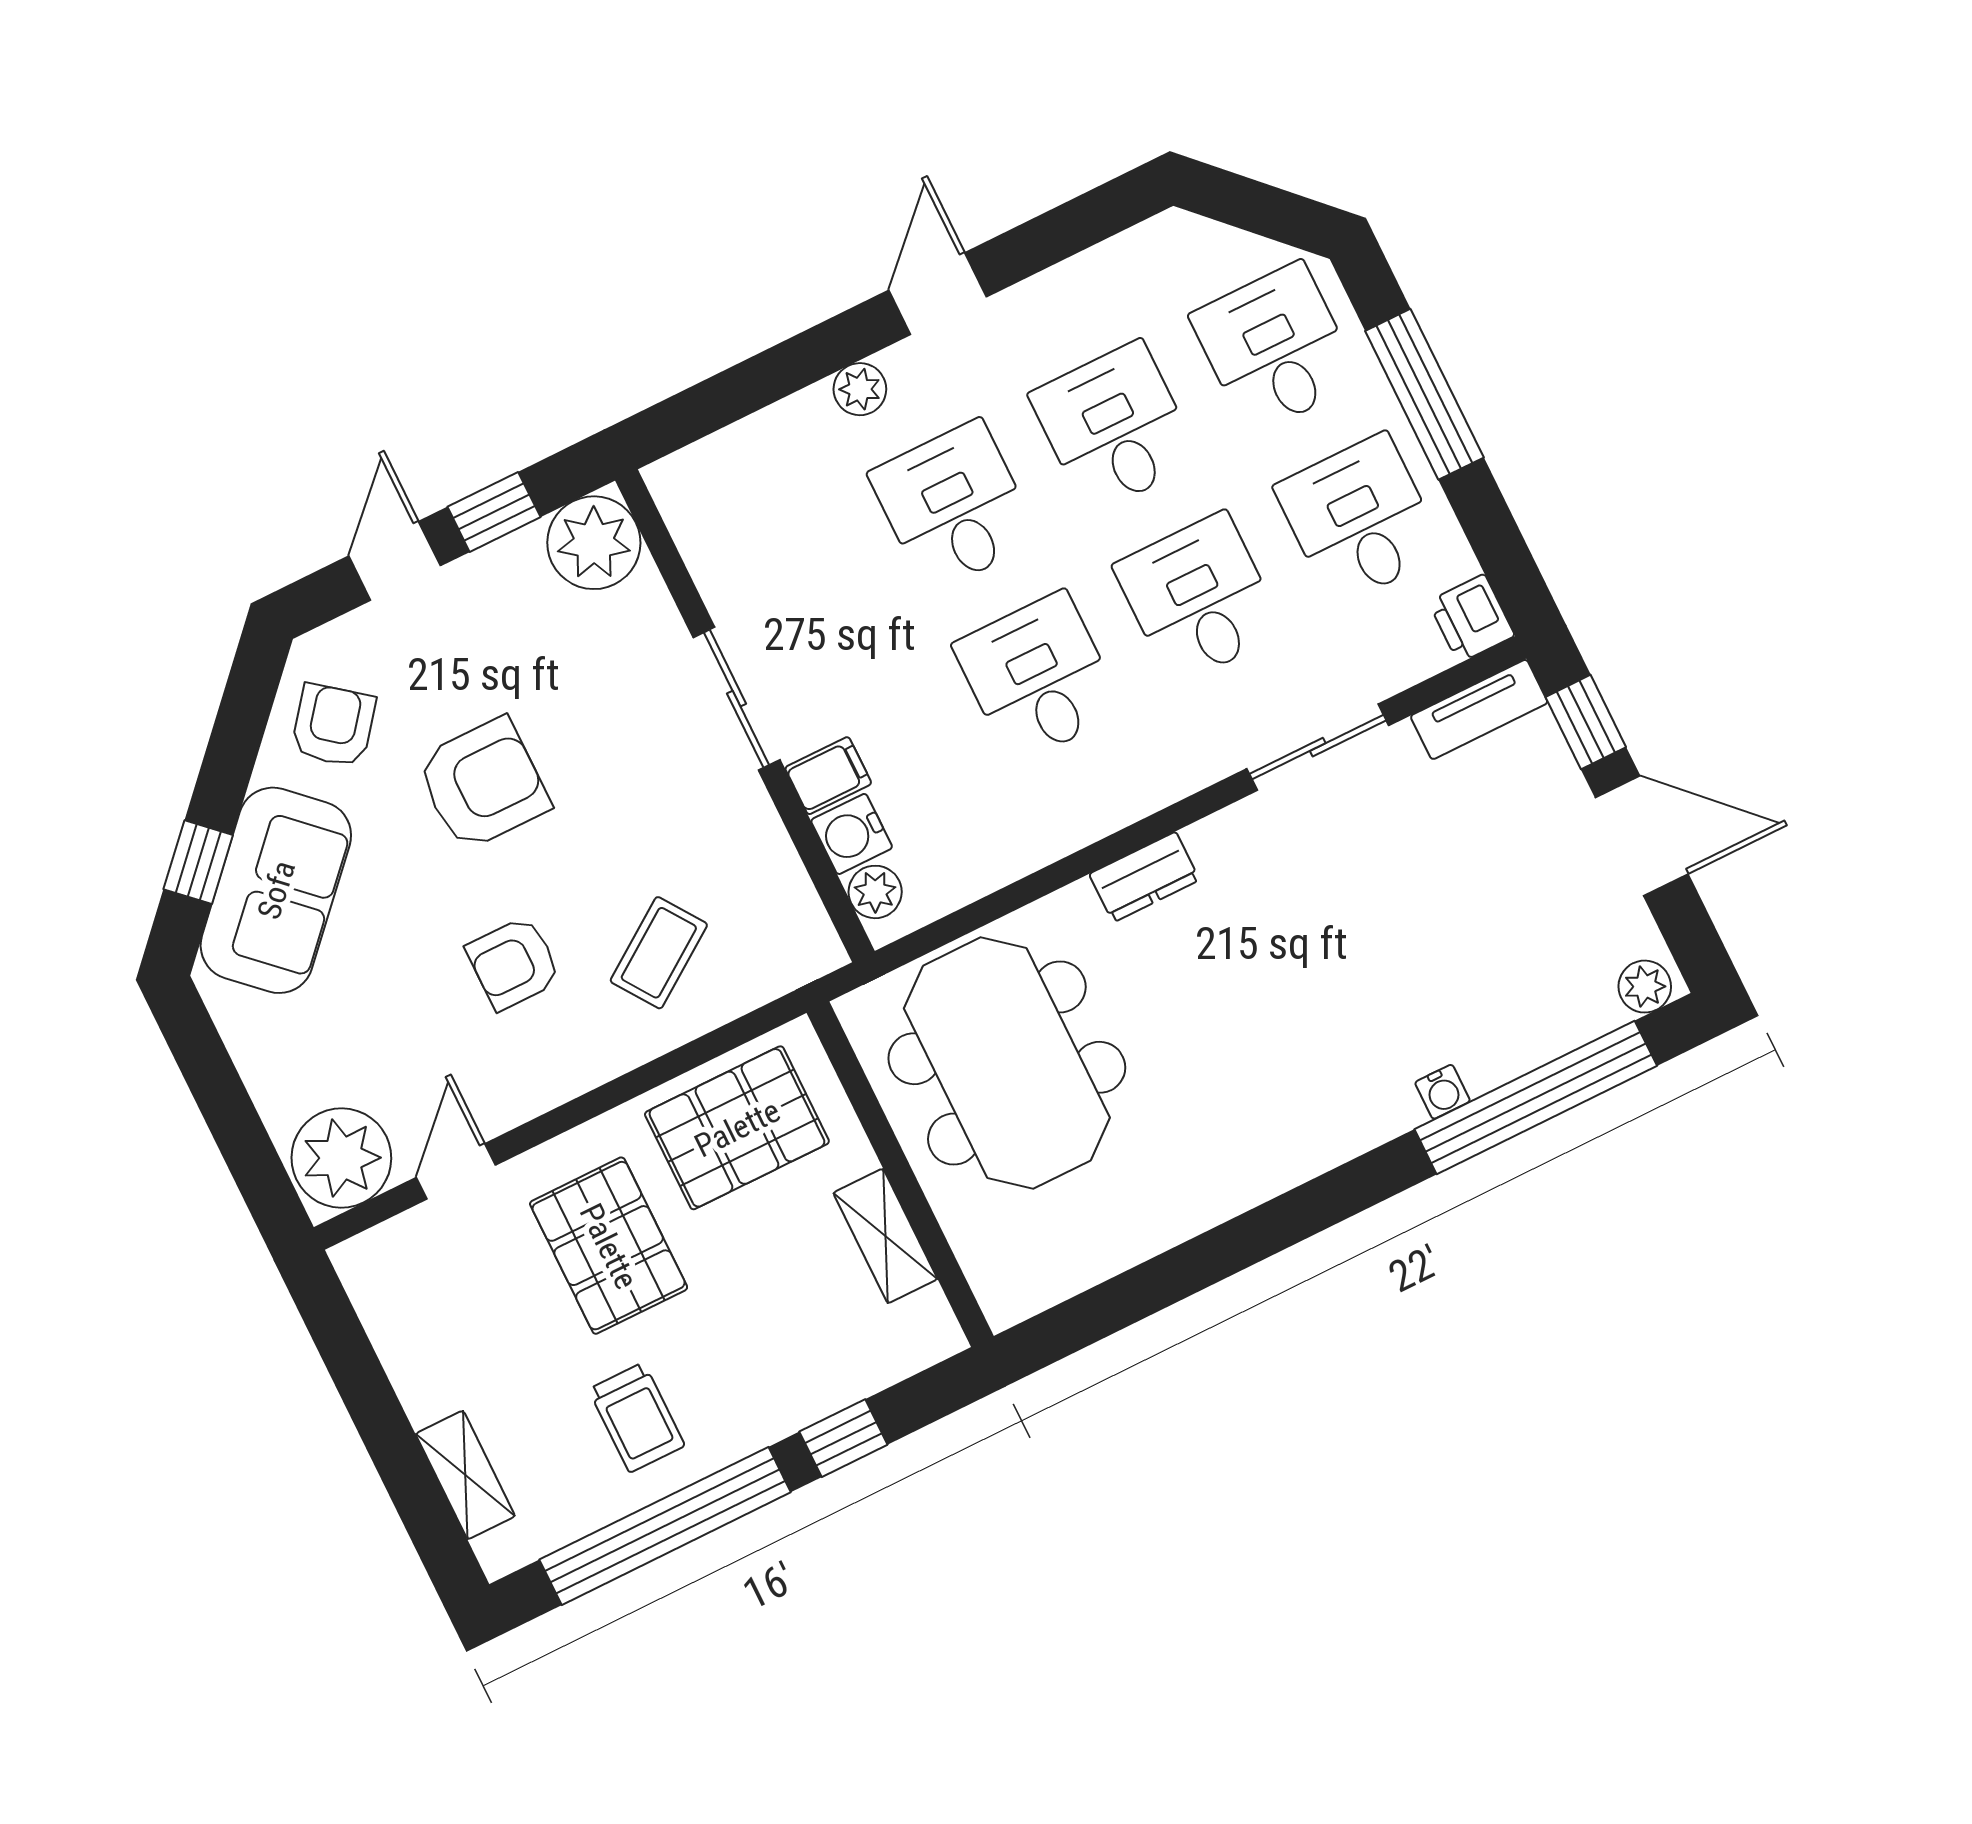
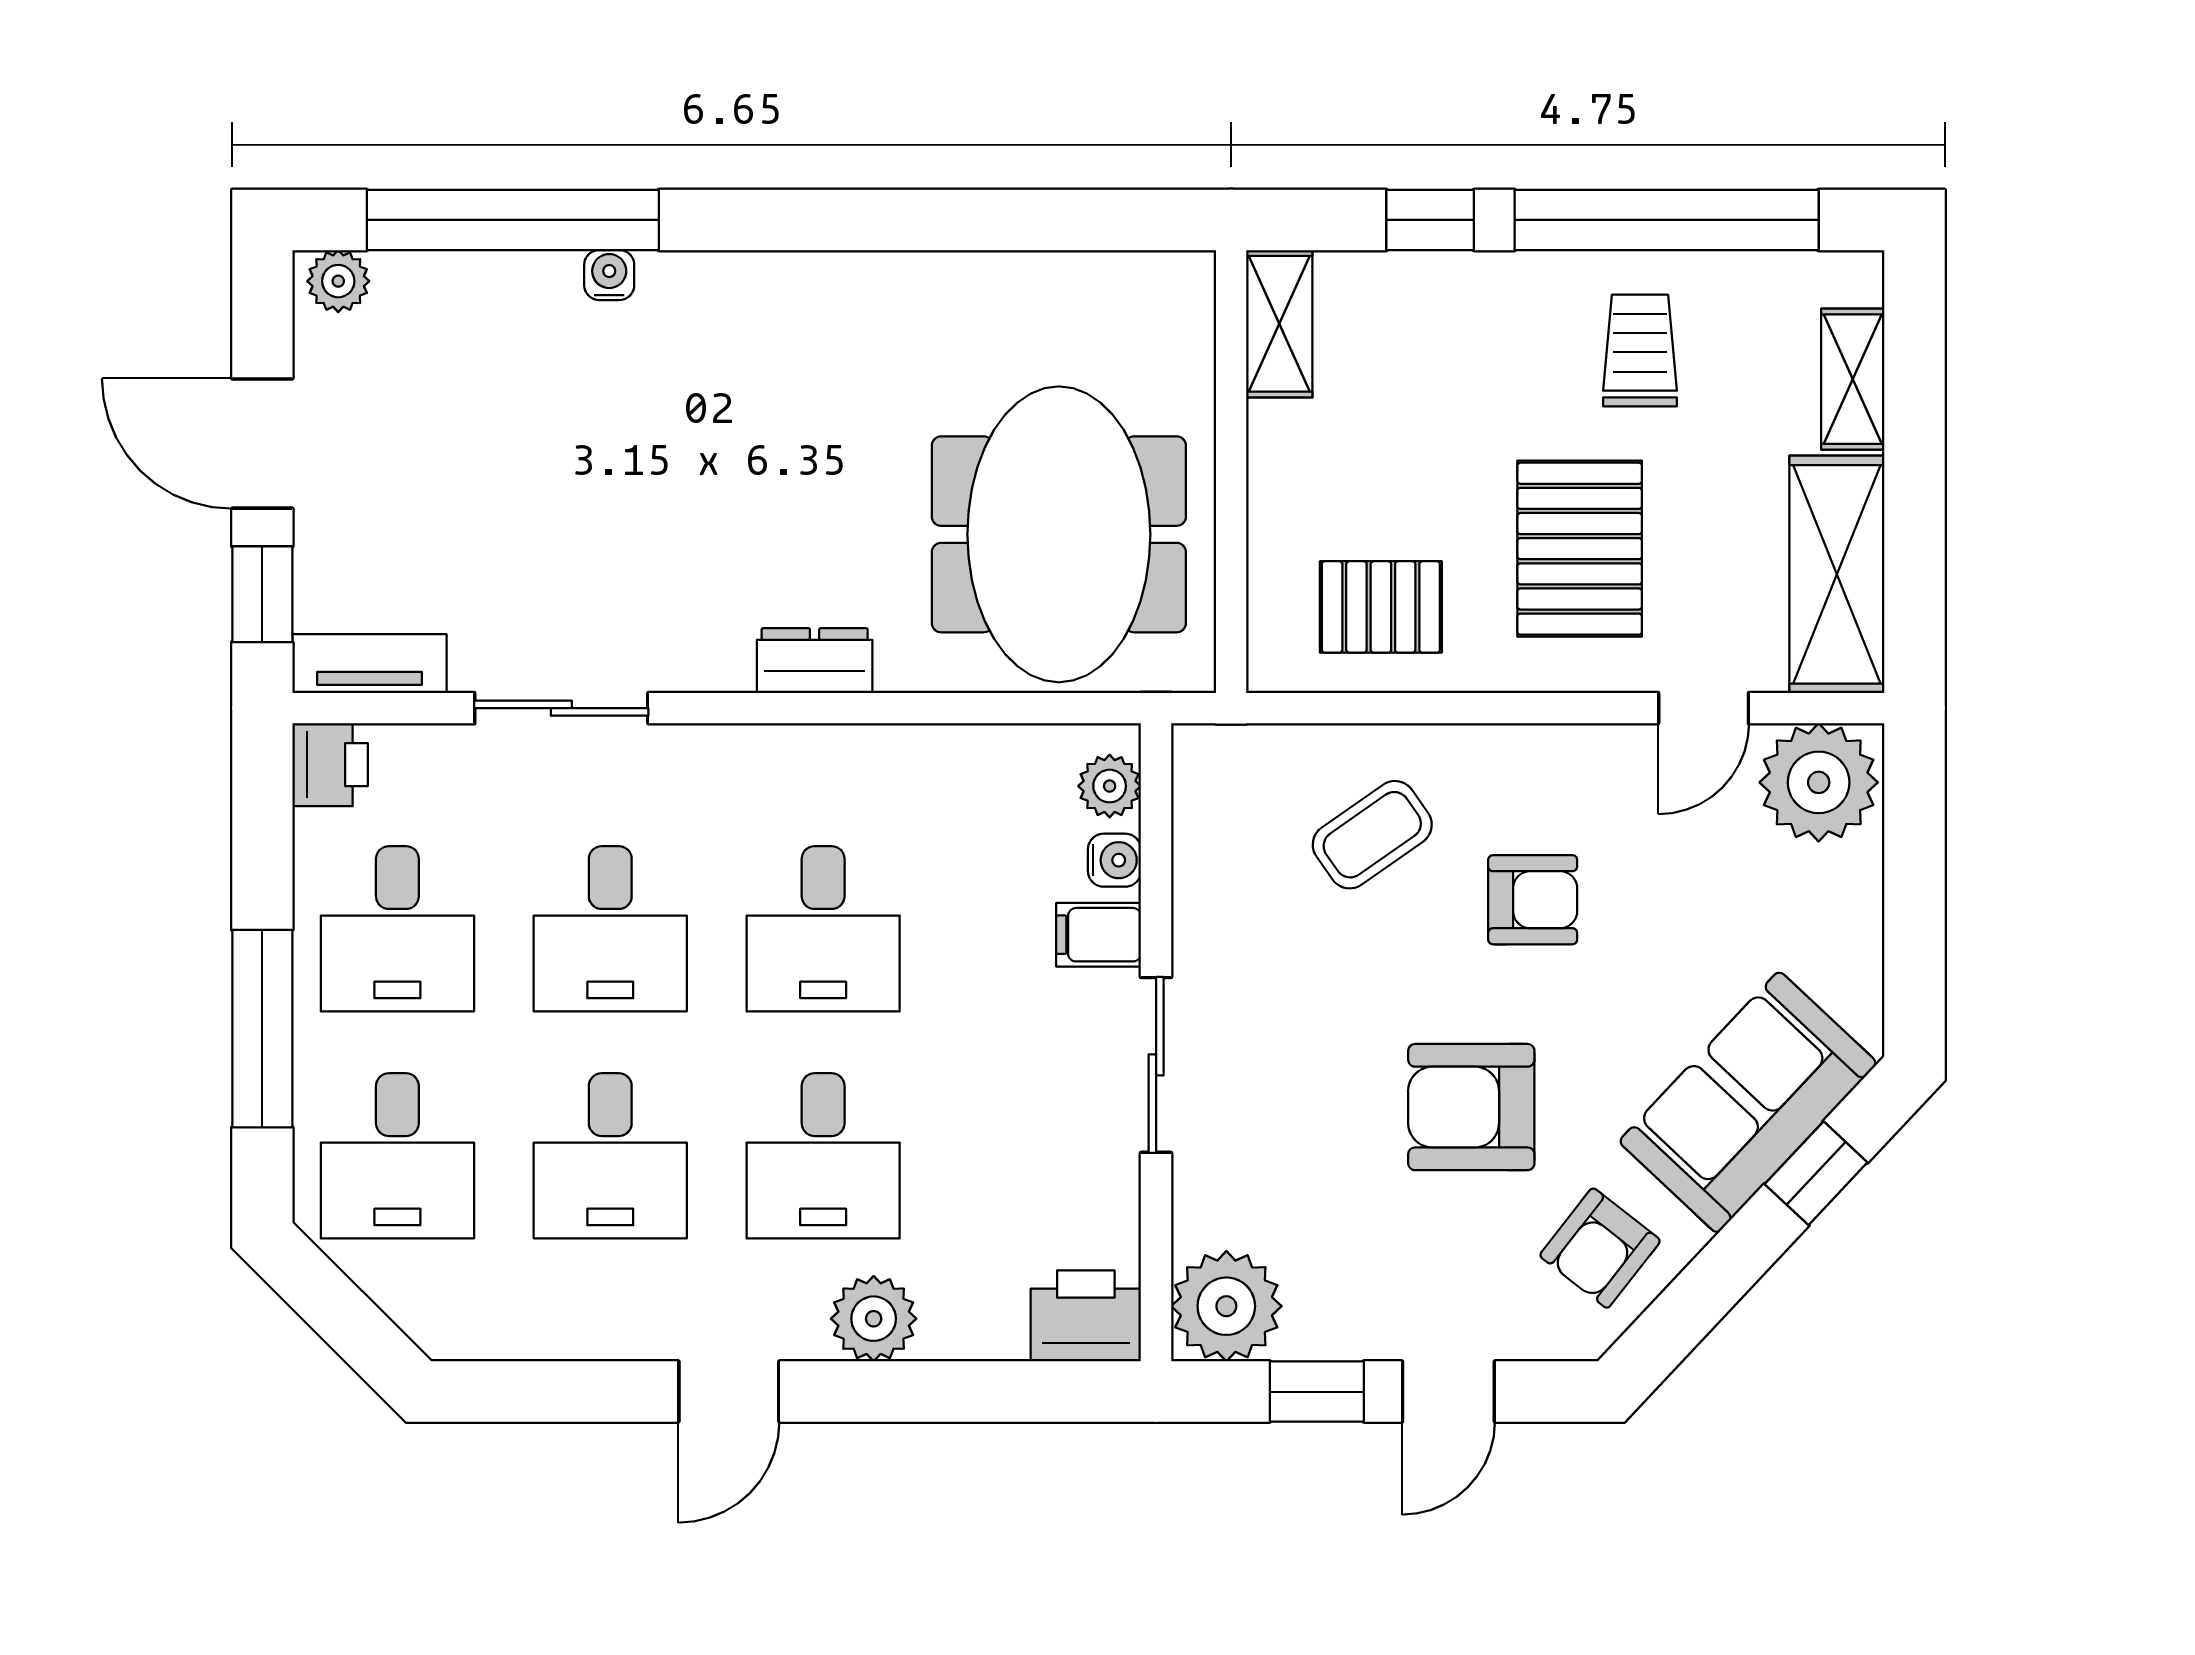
plant: (860, 389) -> (874, 1319), width x1.38, depth x1.38
printer: (696, 483) -> (1086, 1316), added
water cooler: (852, 834) -> (1114, 860), width x0.72, depth x0.72
pallet: (737, 1128) -> (1381, 607), width x0.67, depth x0.71
shelving: (885, 1236) -> (1279, 324), moved
shelving: (405, 1322) -> (1837, 574), added

